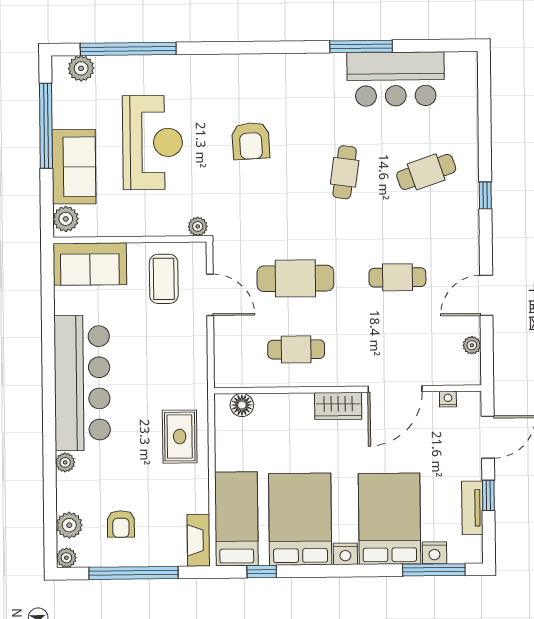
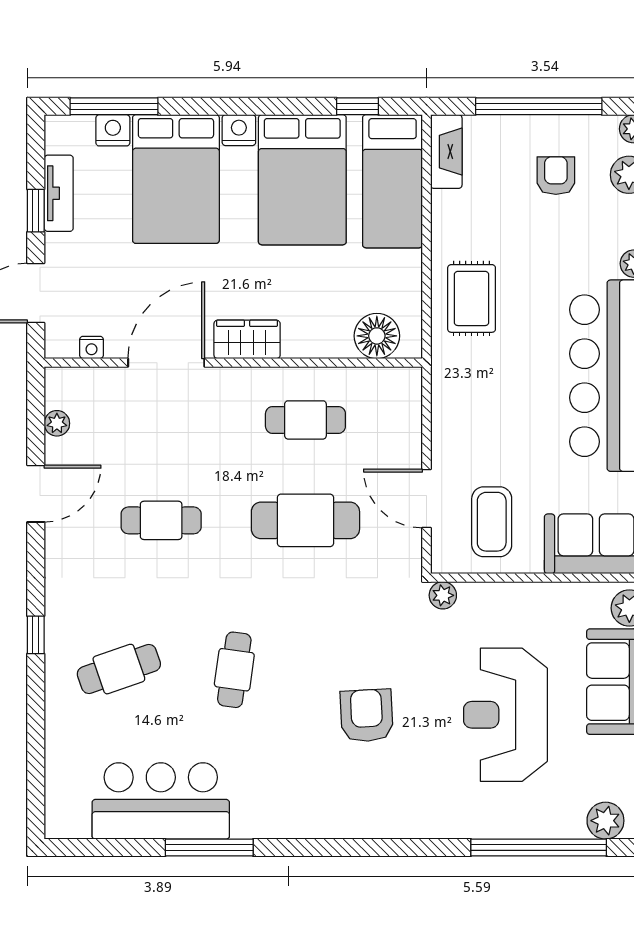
floor lamp: (242, 405) -> (377, 336), width x1.38, depth x1.38

